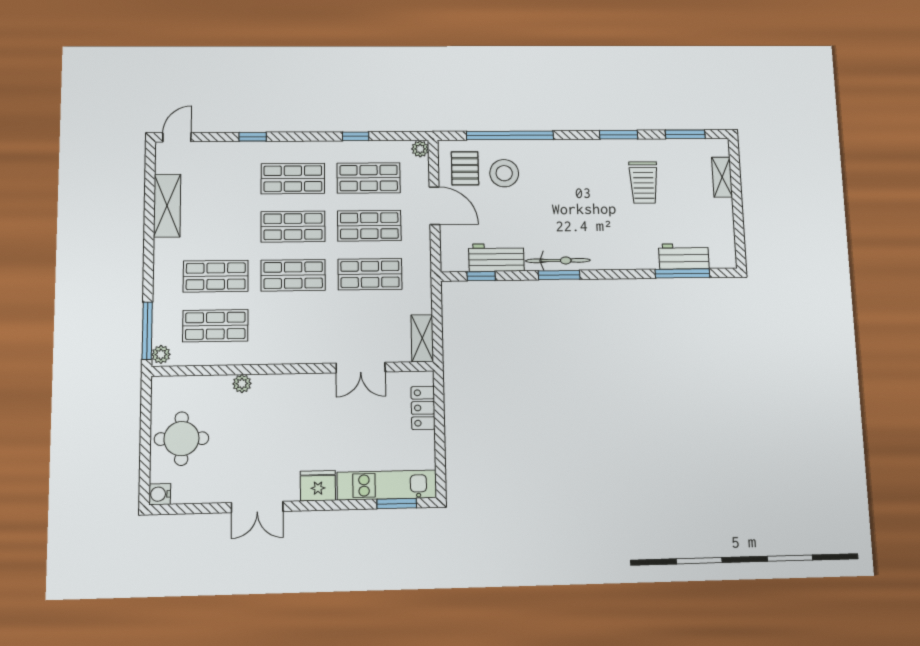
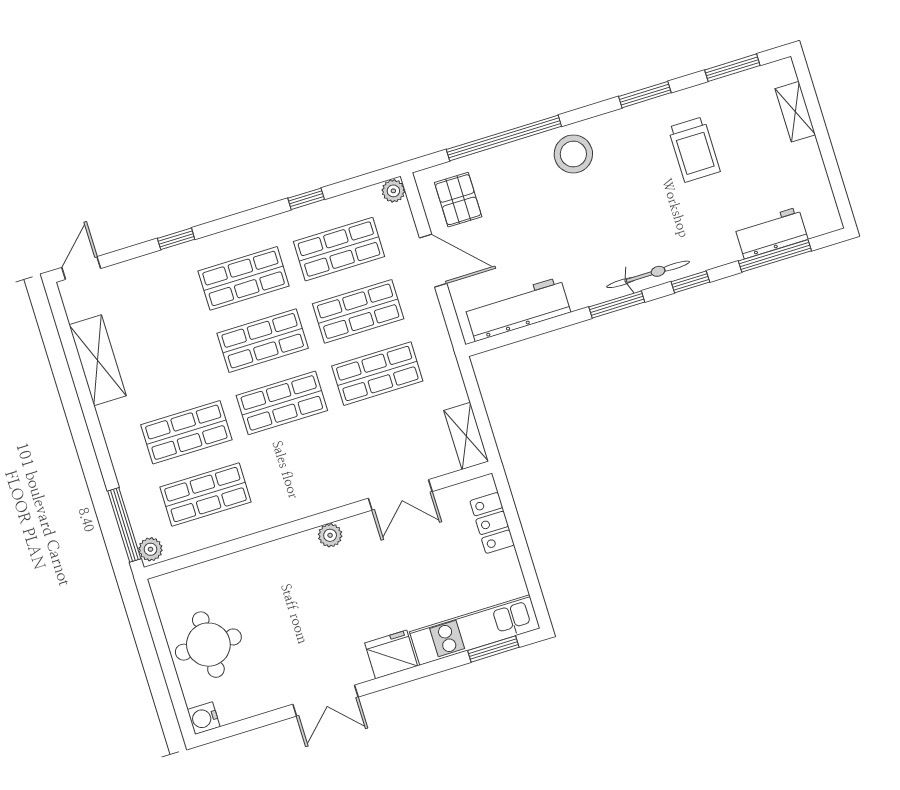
stool: (504, 173) -> (573, 154), moved
workbench: (496, 258) -> (518, 309), width x1.38
bicycle: (558, 261) -> (648, 274), moved
window: (481, 276) -> (690, 282), moved
plant: (242, 384) -> (330, 535), moved

